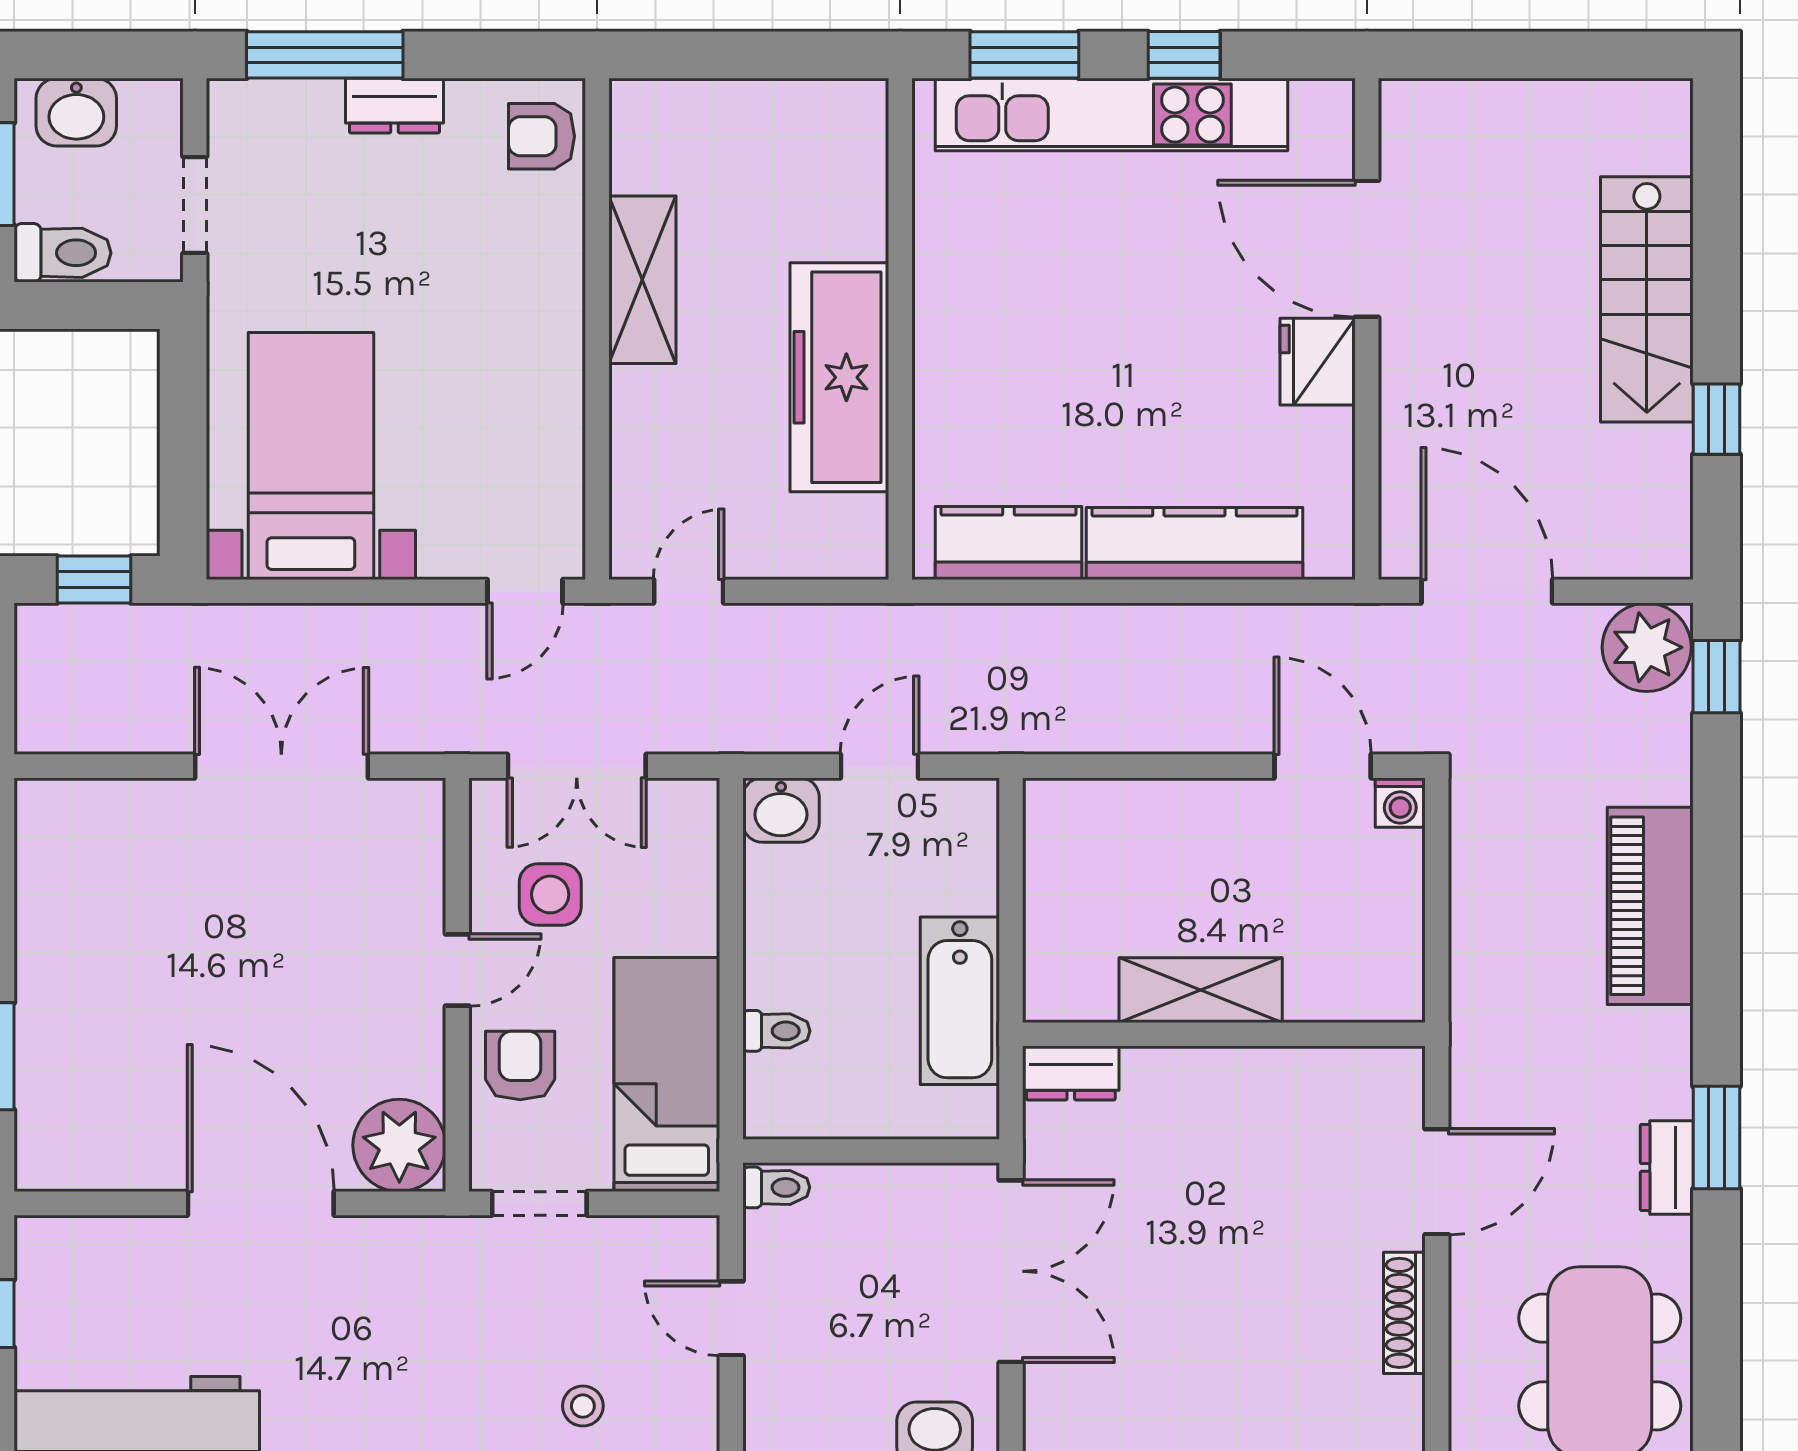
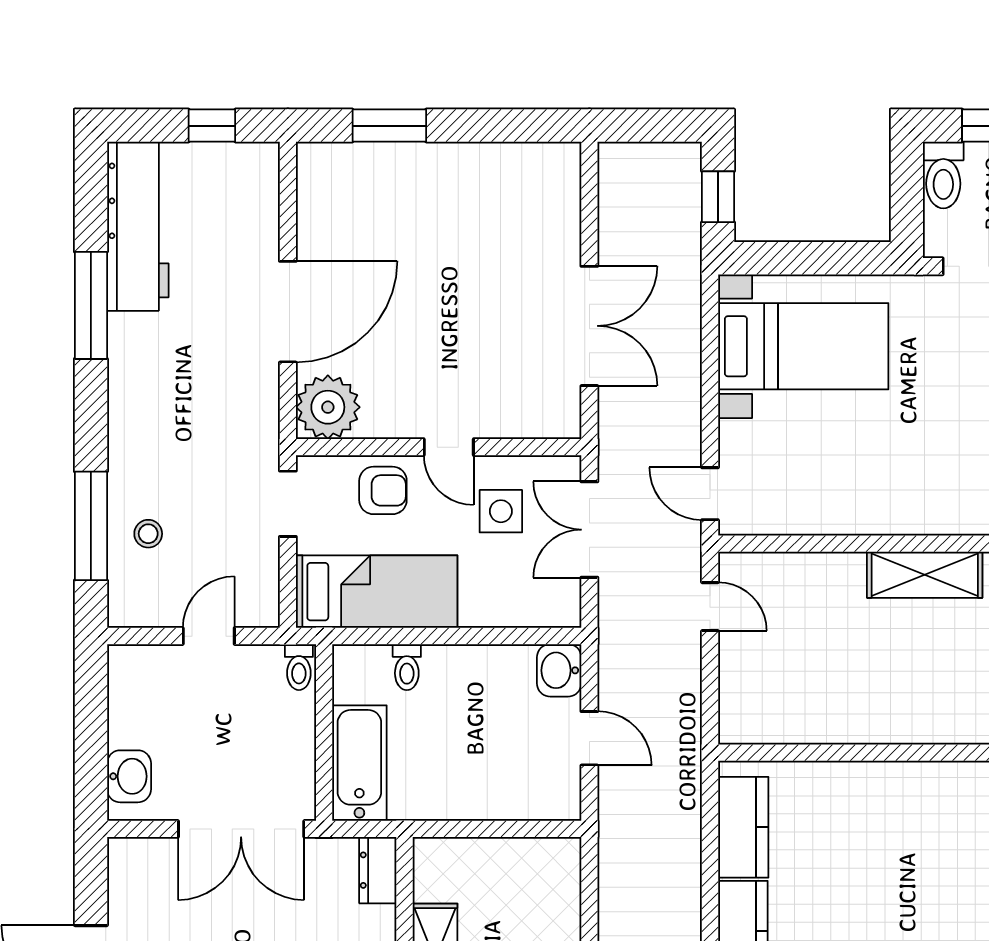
freezer: (839, 377) -> (857, 711), removed
bathtub: (960, 1001) -> (359, 763), moved, turned 90

